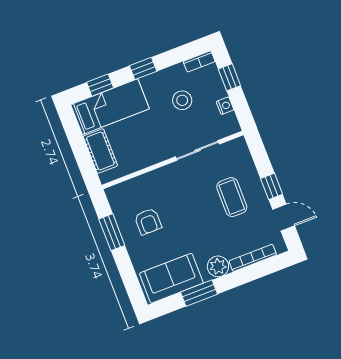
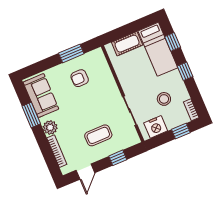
nightstand: (225, 106) -> (156, 127), width x1.89, depth x1.79
window: (272, 186) -> (118, 158), moved

